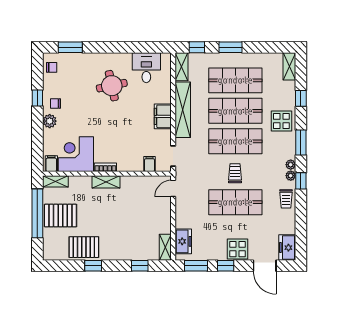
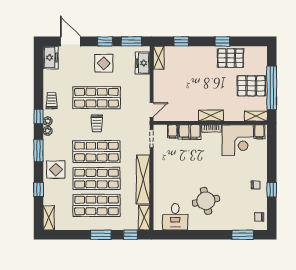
filing cabinet: (163, 116) -> (190, 132), moved, turned 90
plant: (50, 121) -> (261, 169), removed
display table: (238, 249) -> (104, 63), moved

